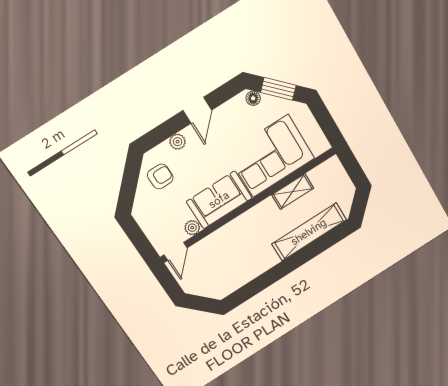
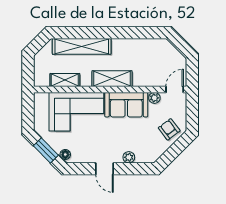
door: (197, 110) -> (105, 169), swing flipped
armchair: (160, 176) -> (169, 129), moved, turned 53
shelving: (293, 192) -> (65, 80), moved
shelving: (254, 218) -> (112, 79), added

